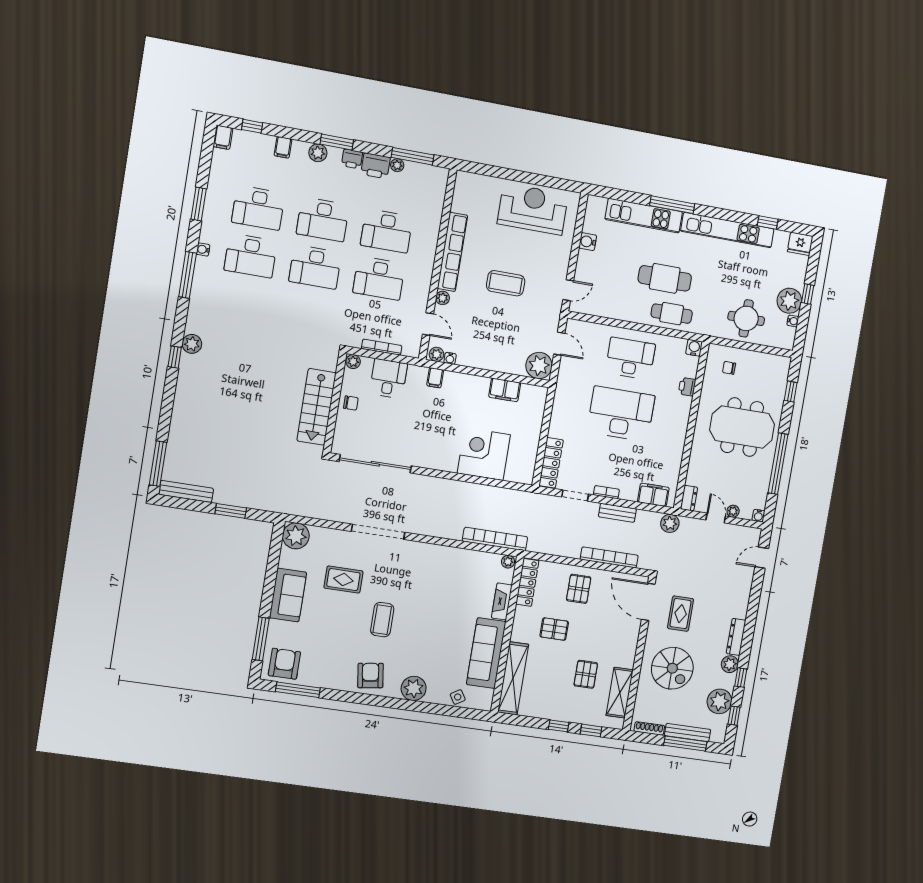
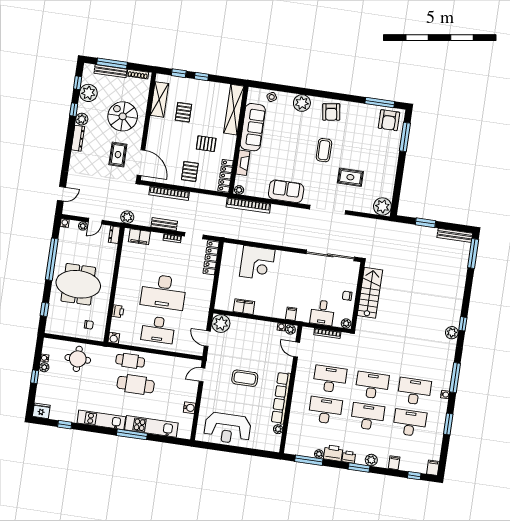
kitchen unit: (727, 230) -> (101, 420), width x0.73
plant: (443, 298) -> (278, 429), moved
plant: (789, 301) -> (44, 367), width x0.53, depth x0.53
door: (716, 518) -> (95, 221), hinge flipped
sofa: (288, 595) -> (286, 191), moved, turned 90

